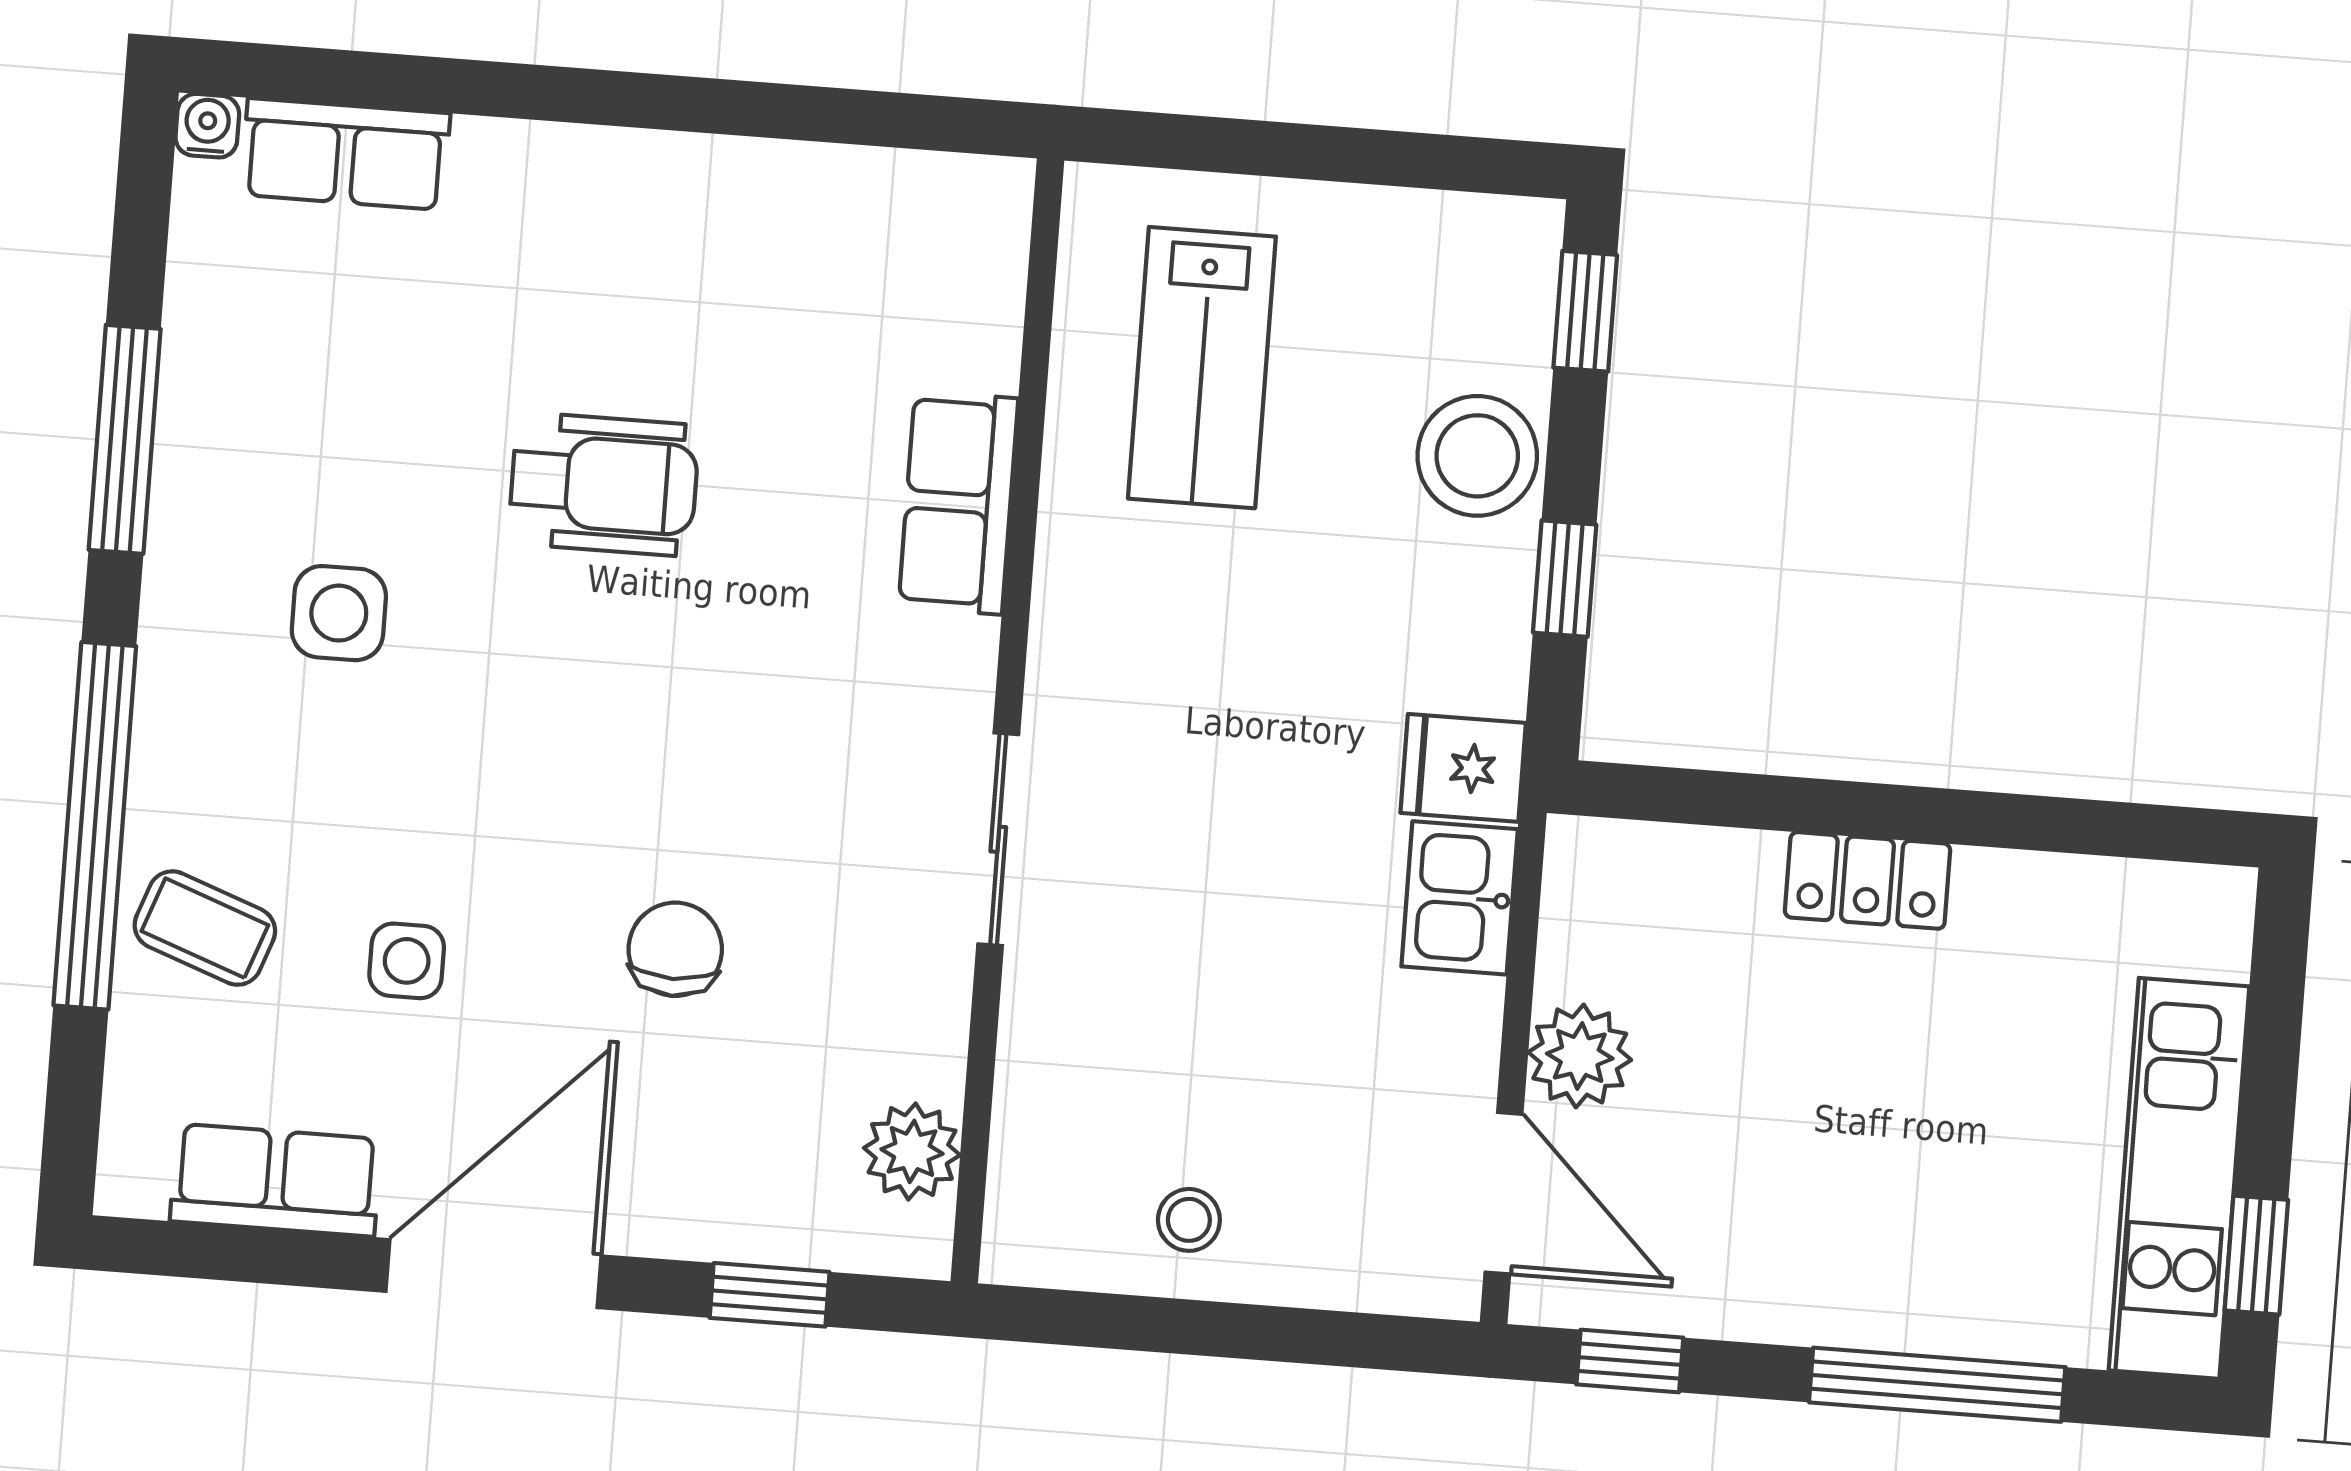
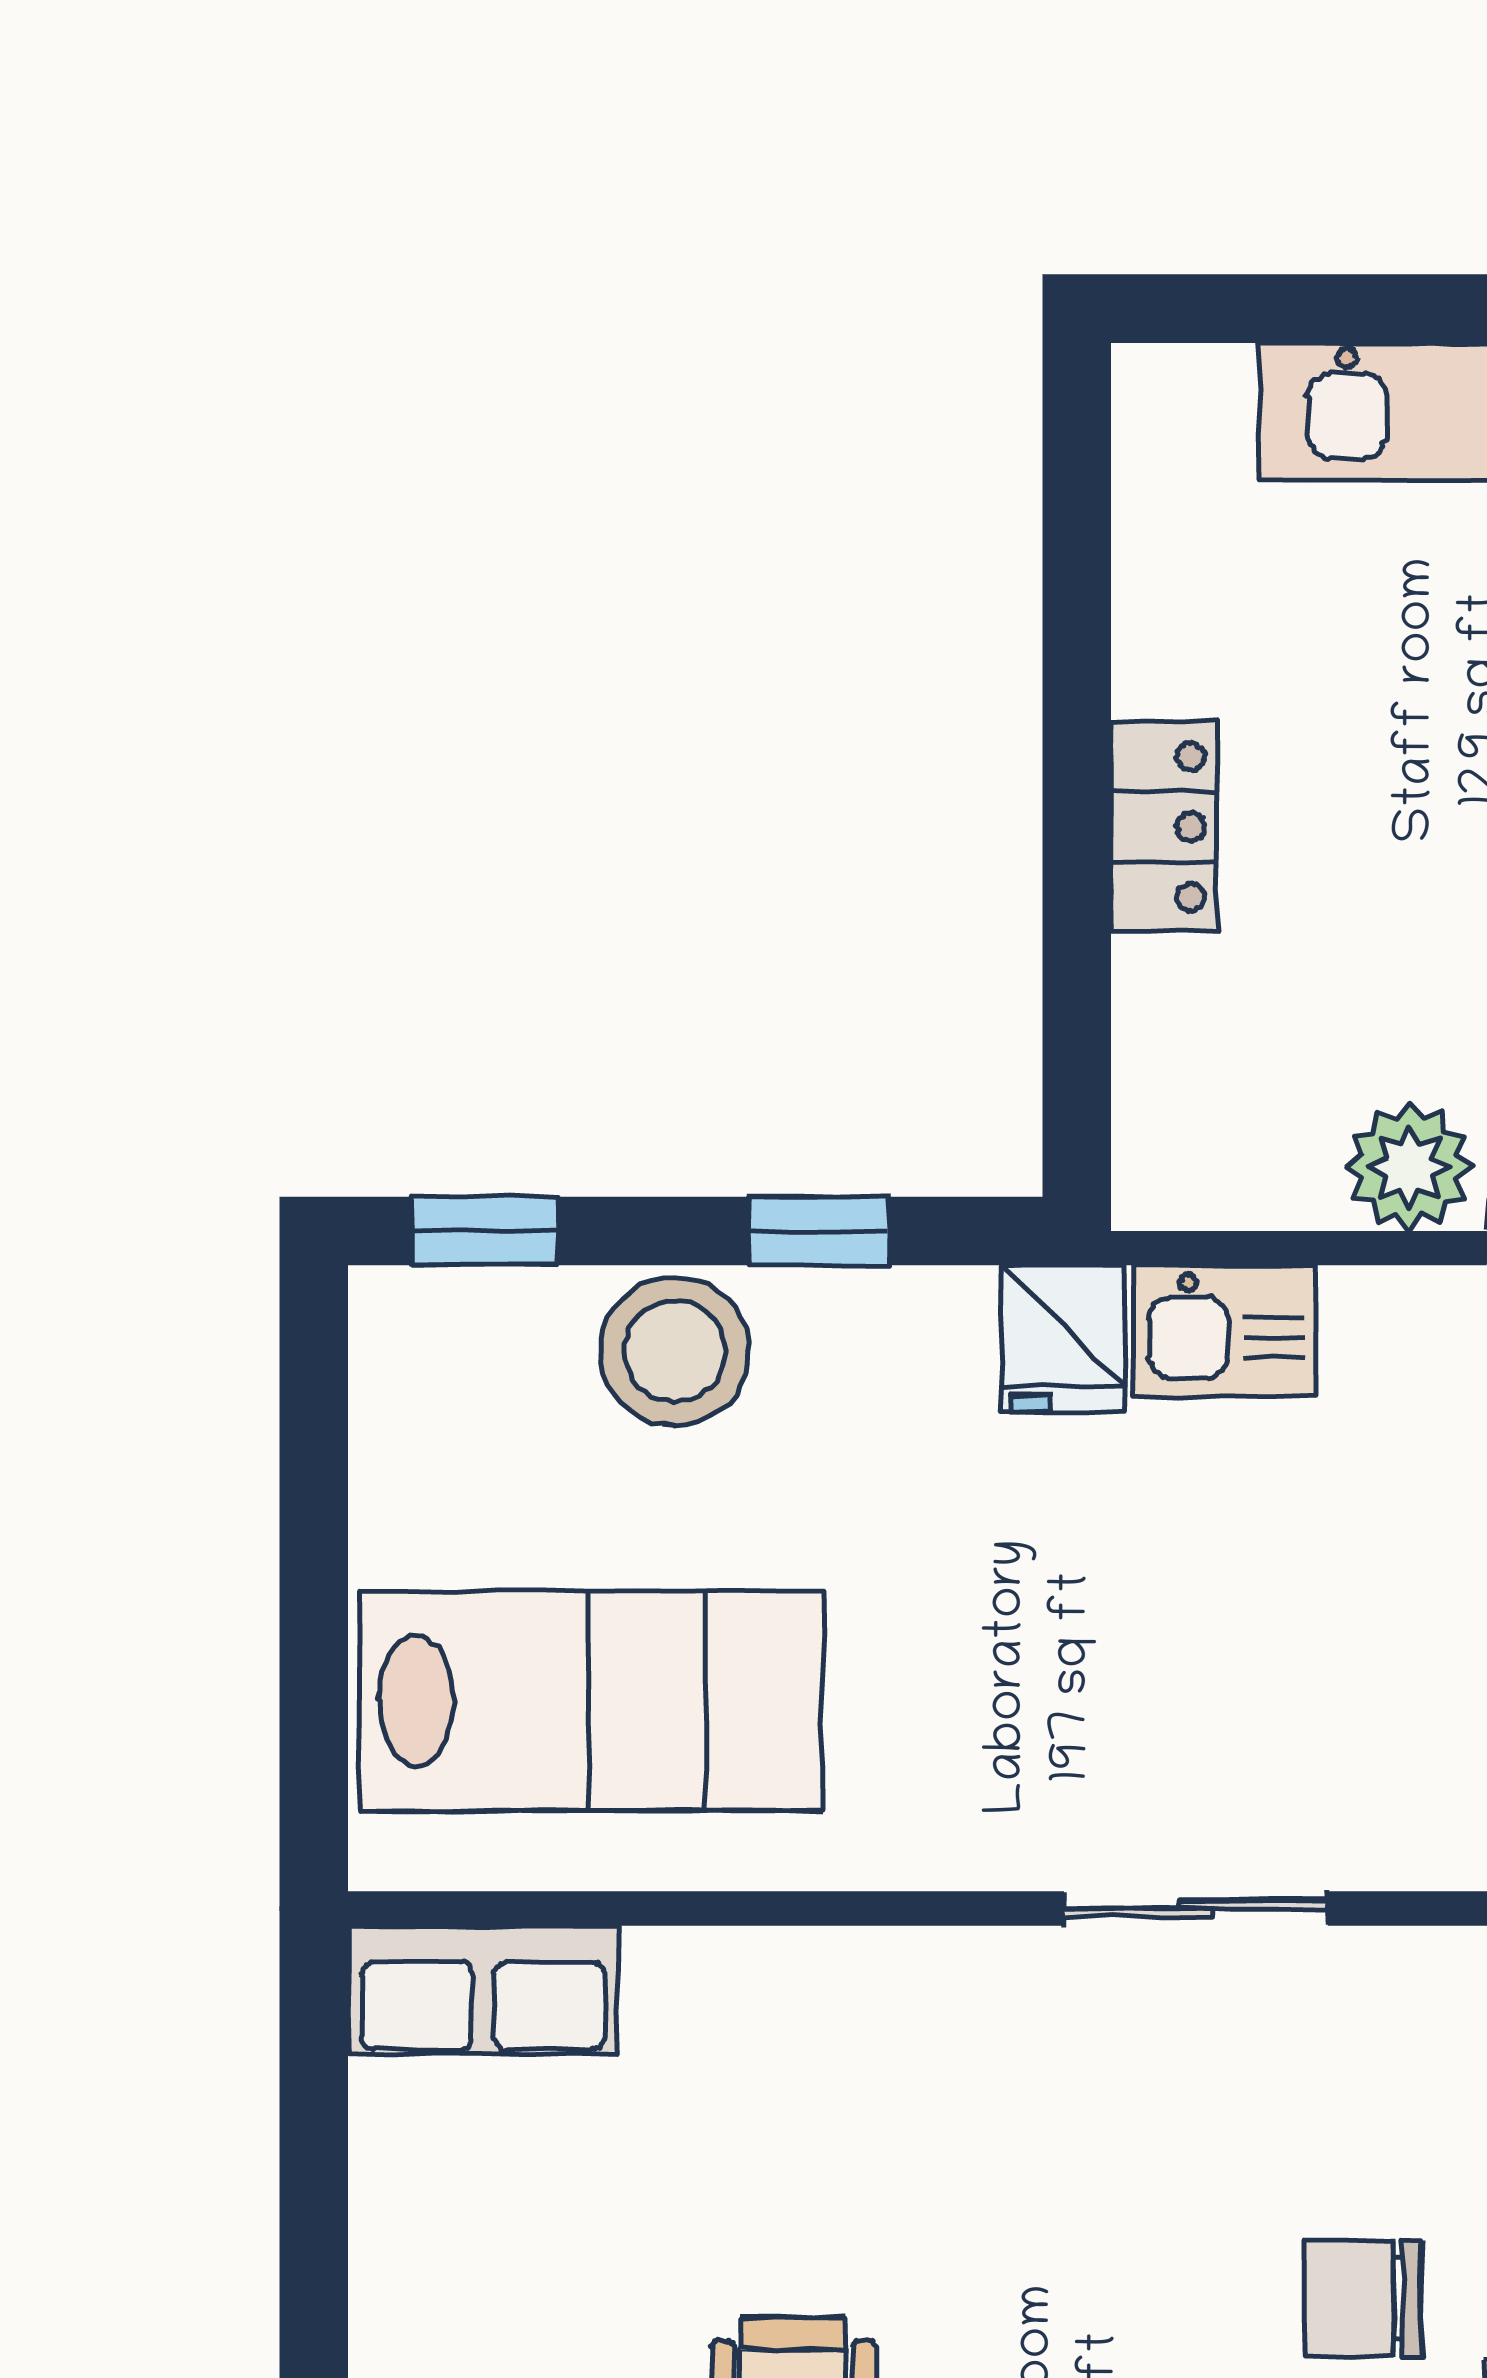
lab bench: (1202, 368) -> (591, 1701), width x1.36, depth x1.39
row of seats: (958, 503) -> (483, 1990), moved

